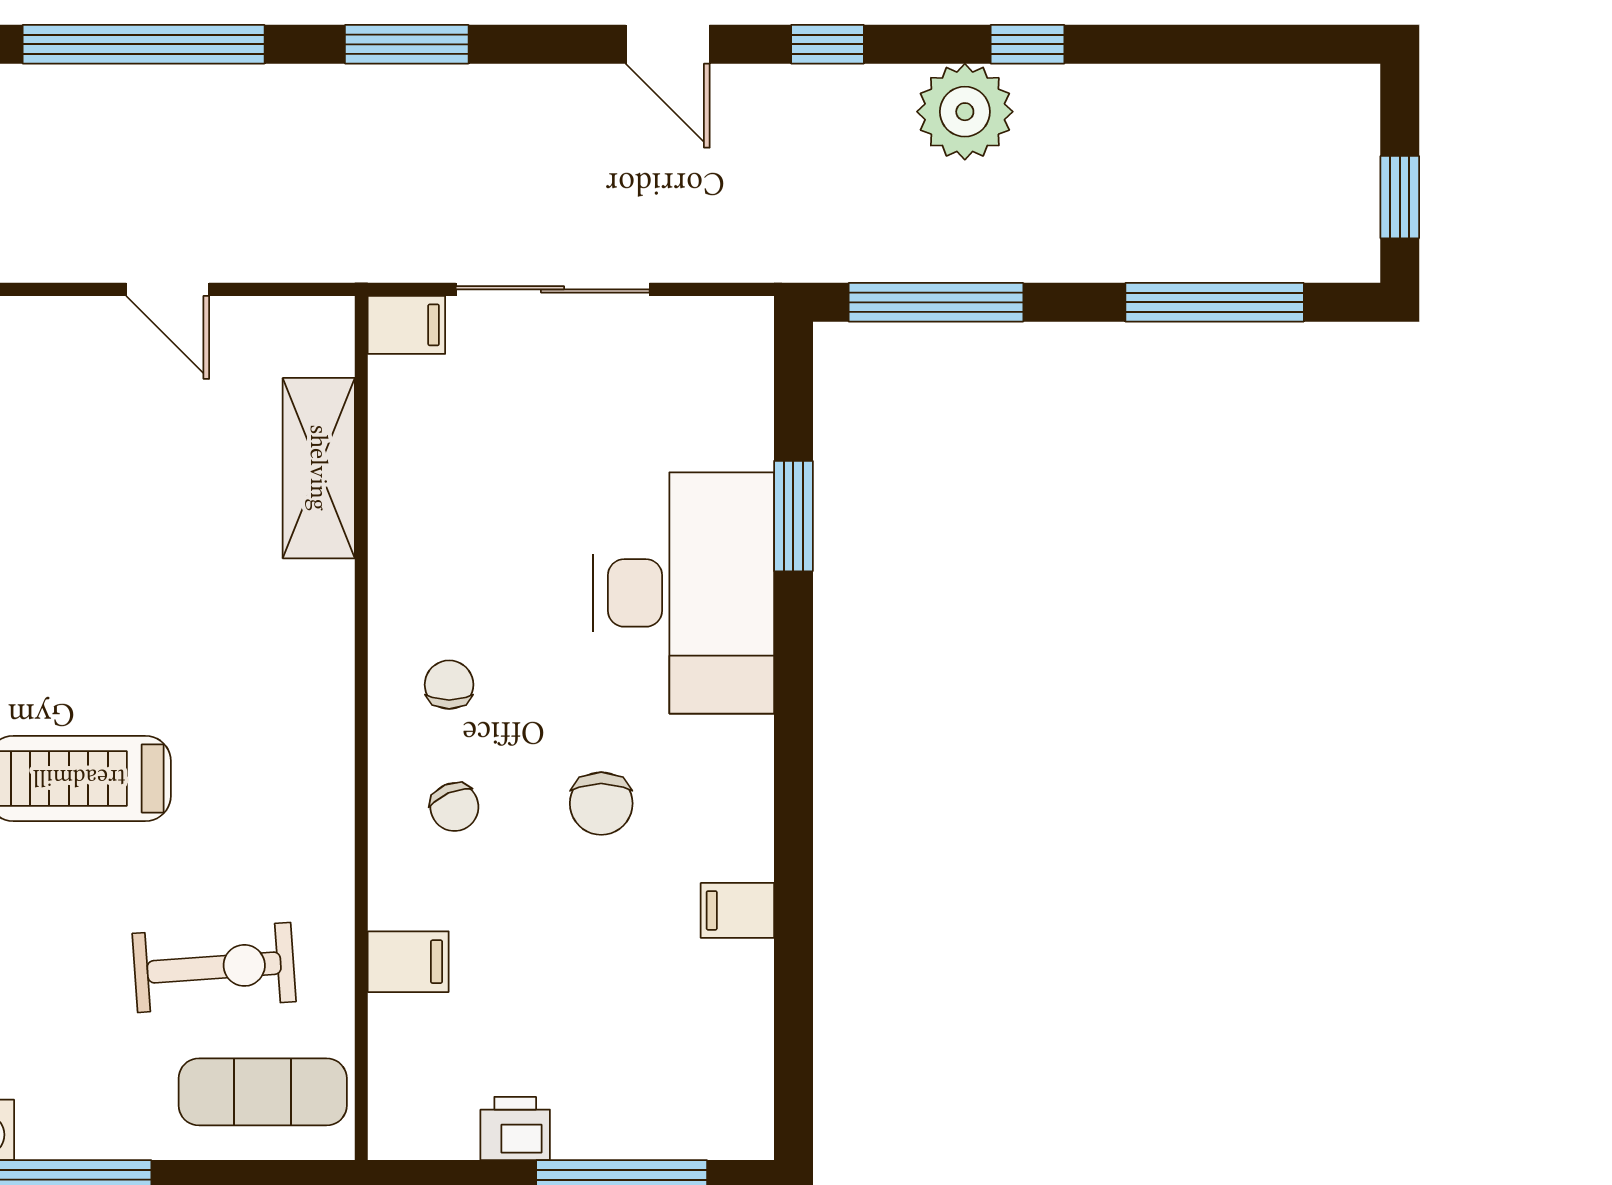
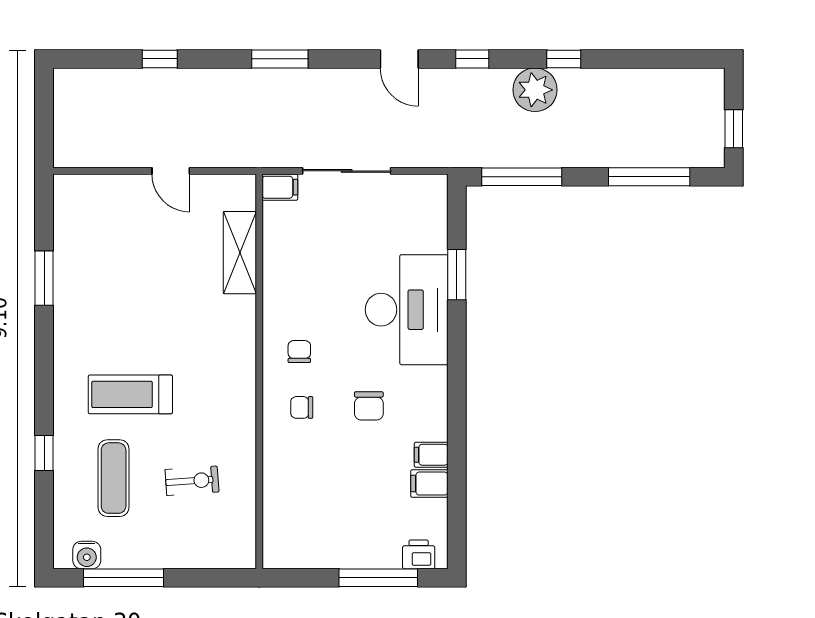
window: (144, 44) -> (160, 59), width x0.32
chair: (454, 807) -> (302, 407), turned 113
filing cabinet: (408, 962) -> (429, 484), moved, turned 180
exercise bike: (214, 967) -> (192, 481), width x0.73, depth x0.72
exercise mat: (263, 1092) -> (114, 478), moved, turned 90
printer: (515, 1129) -> (419, 554), moved

